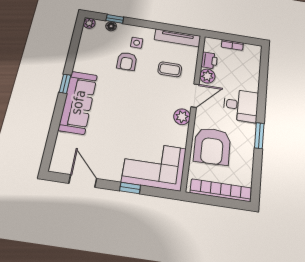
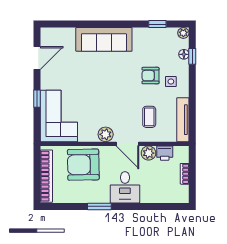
window: (65, 84) -> (157, 24), moved

